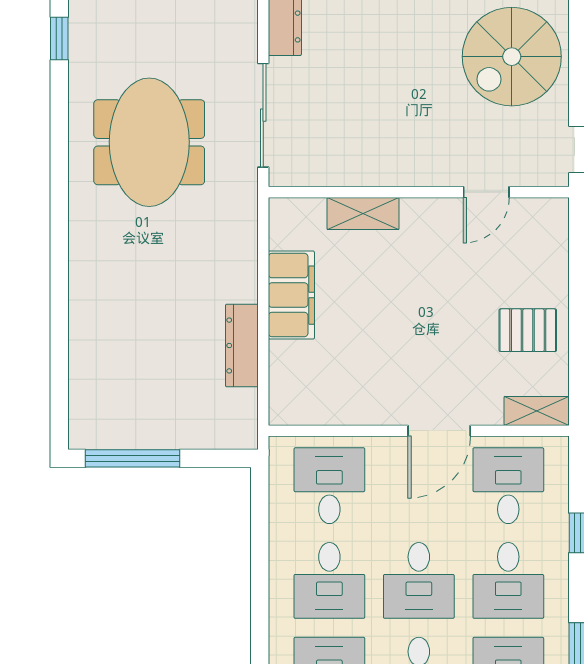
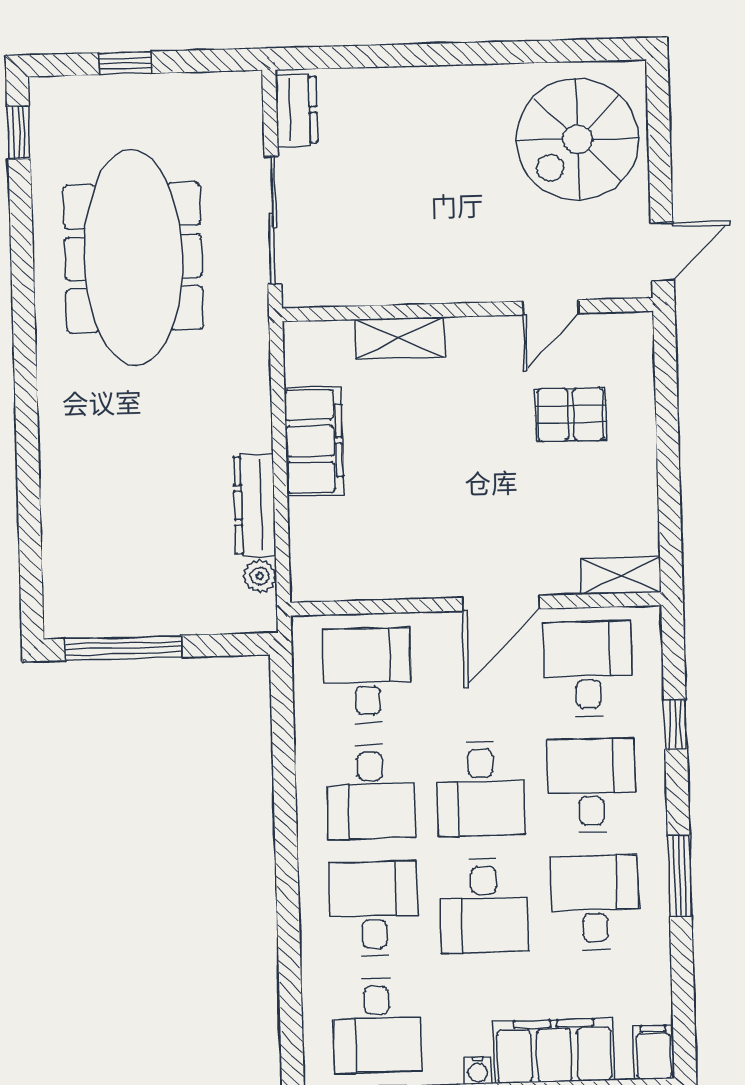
meeting table: (149, 142) -> (133, 257), width x1.36
pallet: (528, 330) -> (571, 414), moved
plant: (245, 403) -> (260, 576), added
desk: (508, 580) -> (591, 786), turned 180

